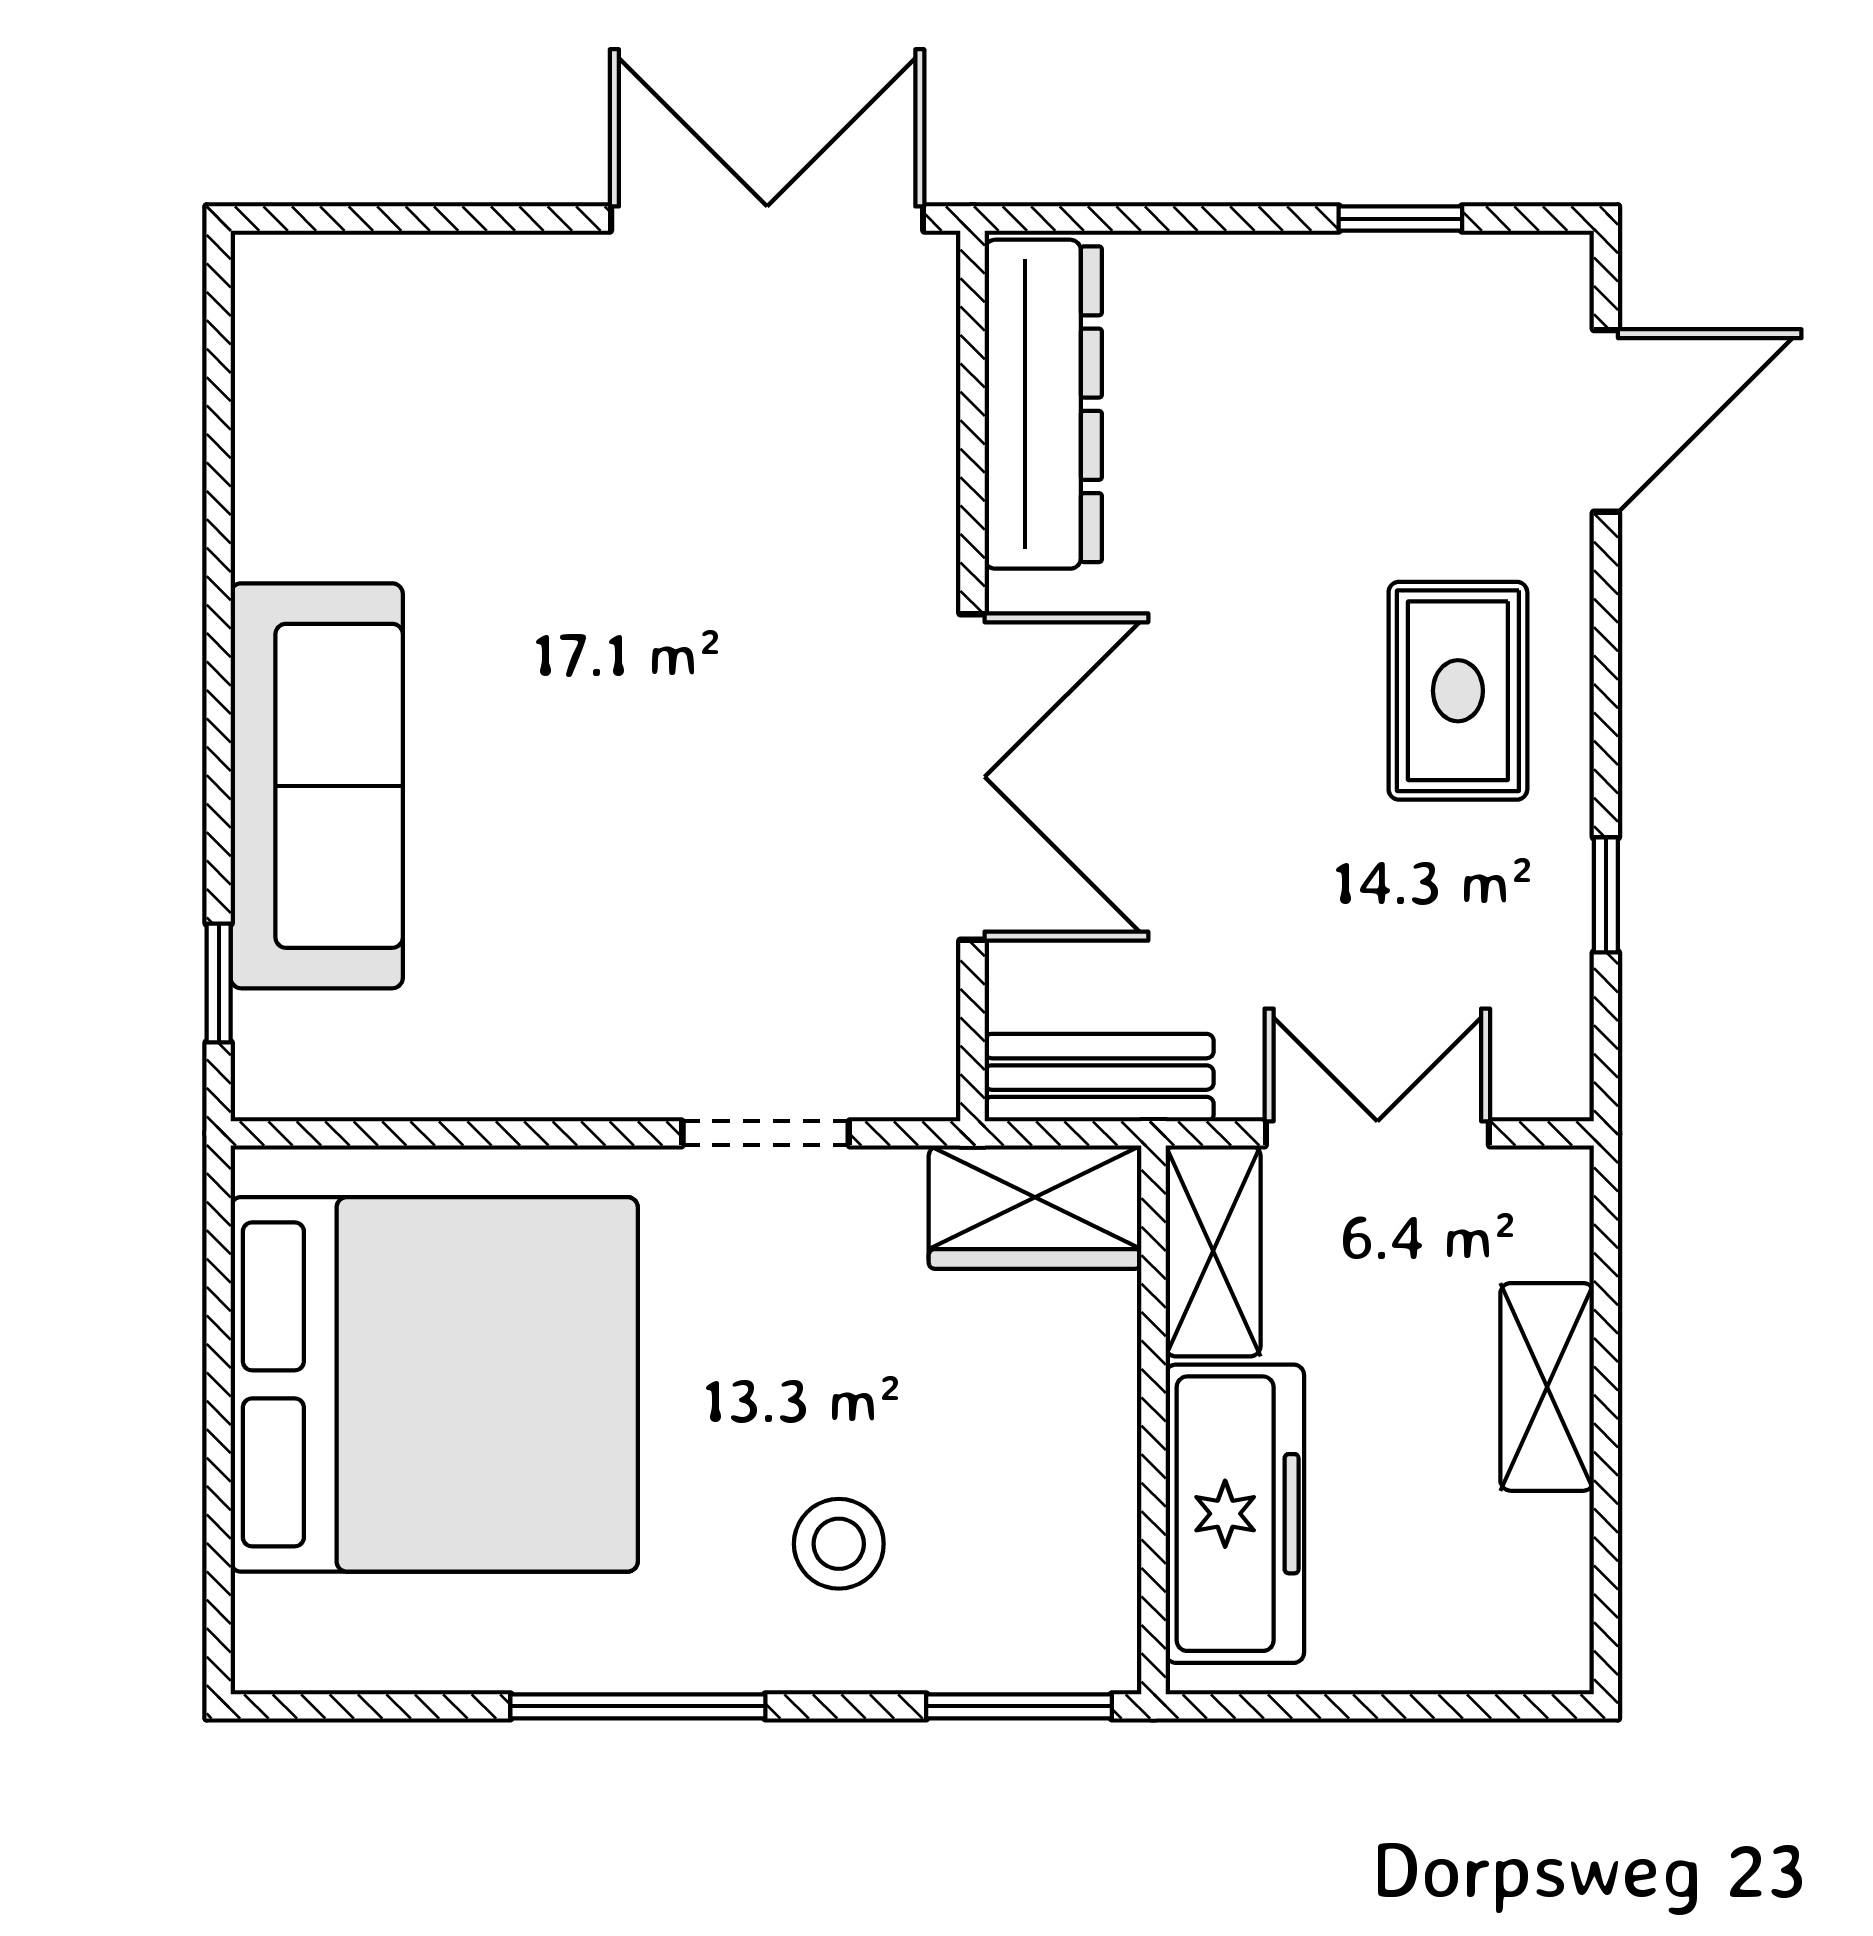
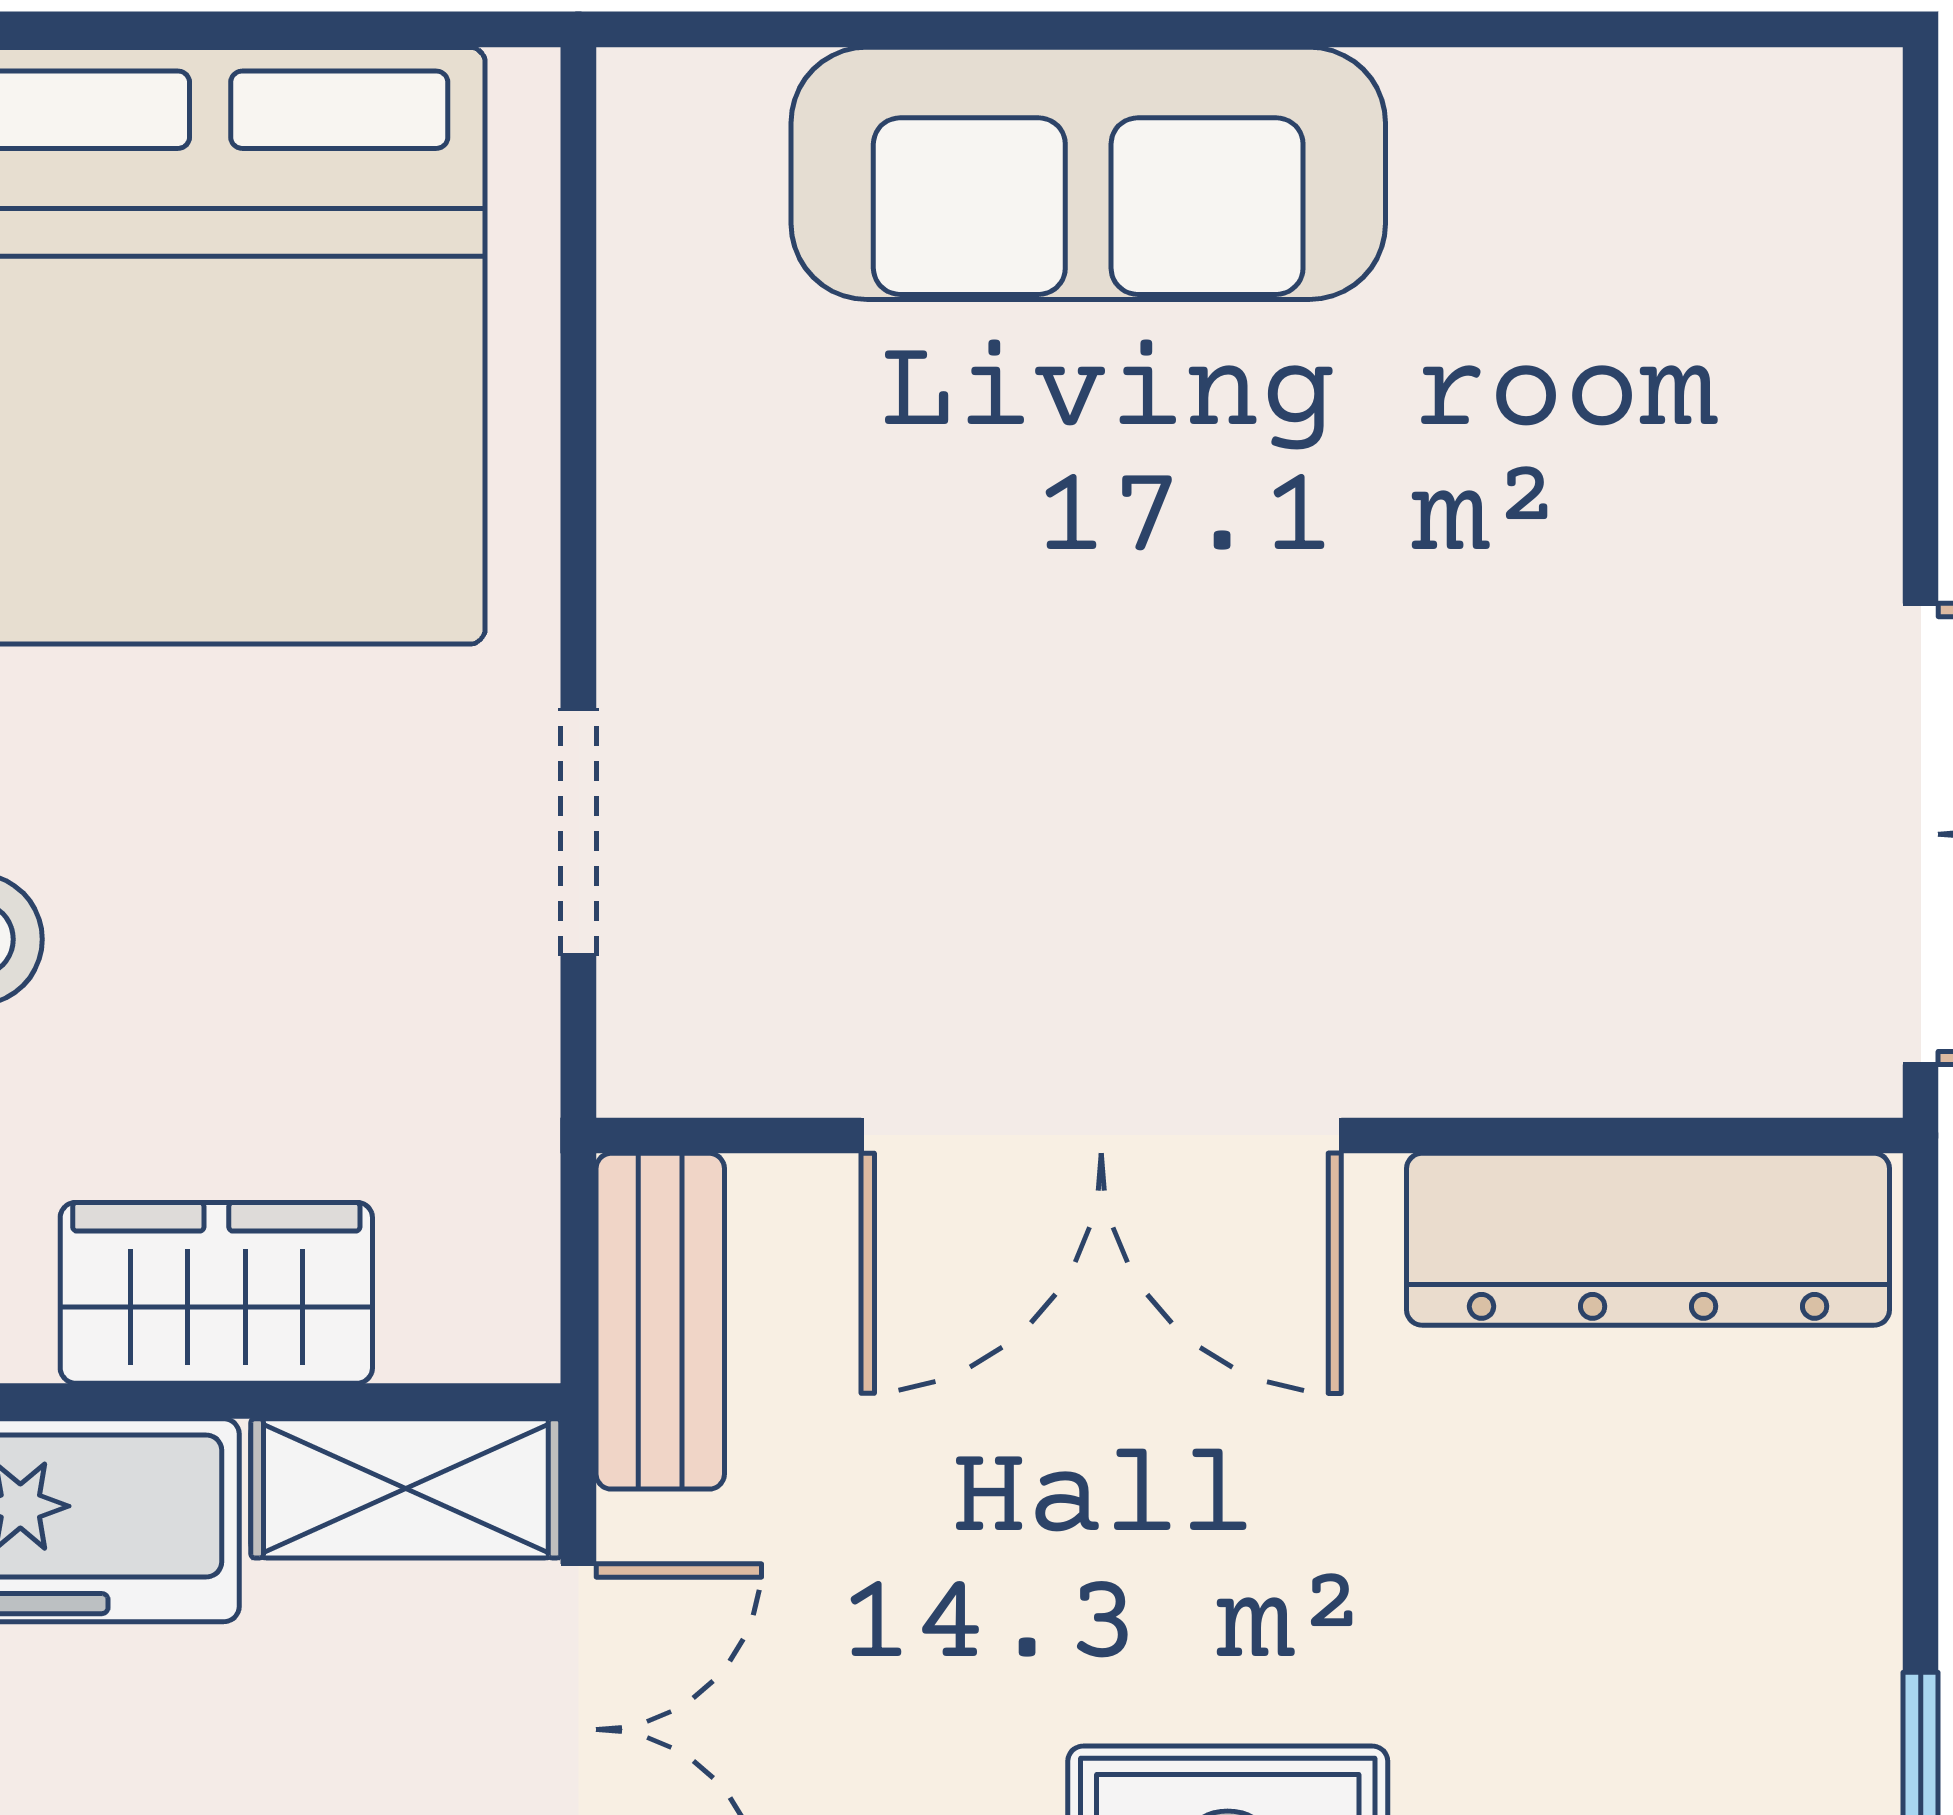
window: (219, 983) -> (799, 29), removed
wardrobe: (1035, 1207) -> (216, 1293), moved, turned 90

